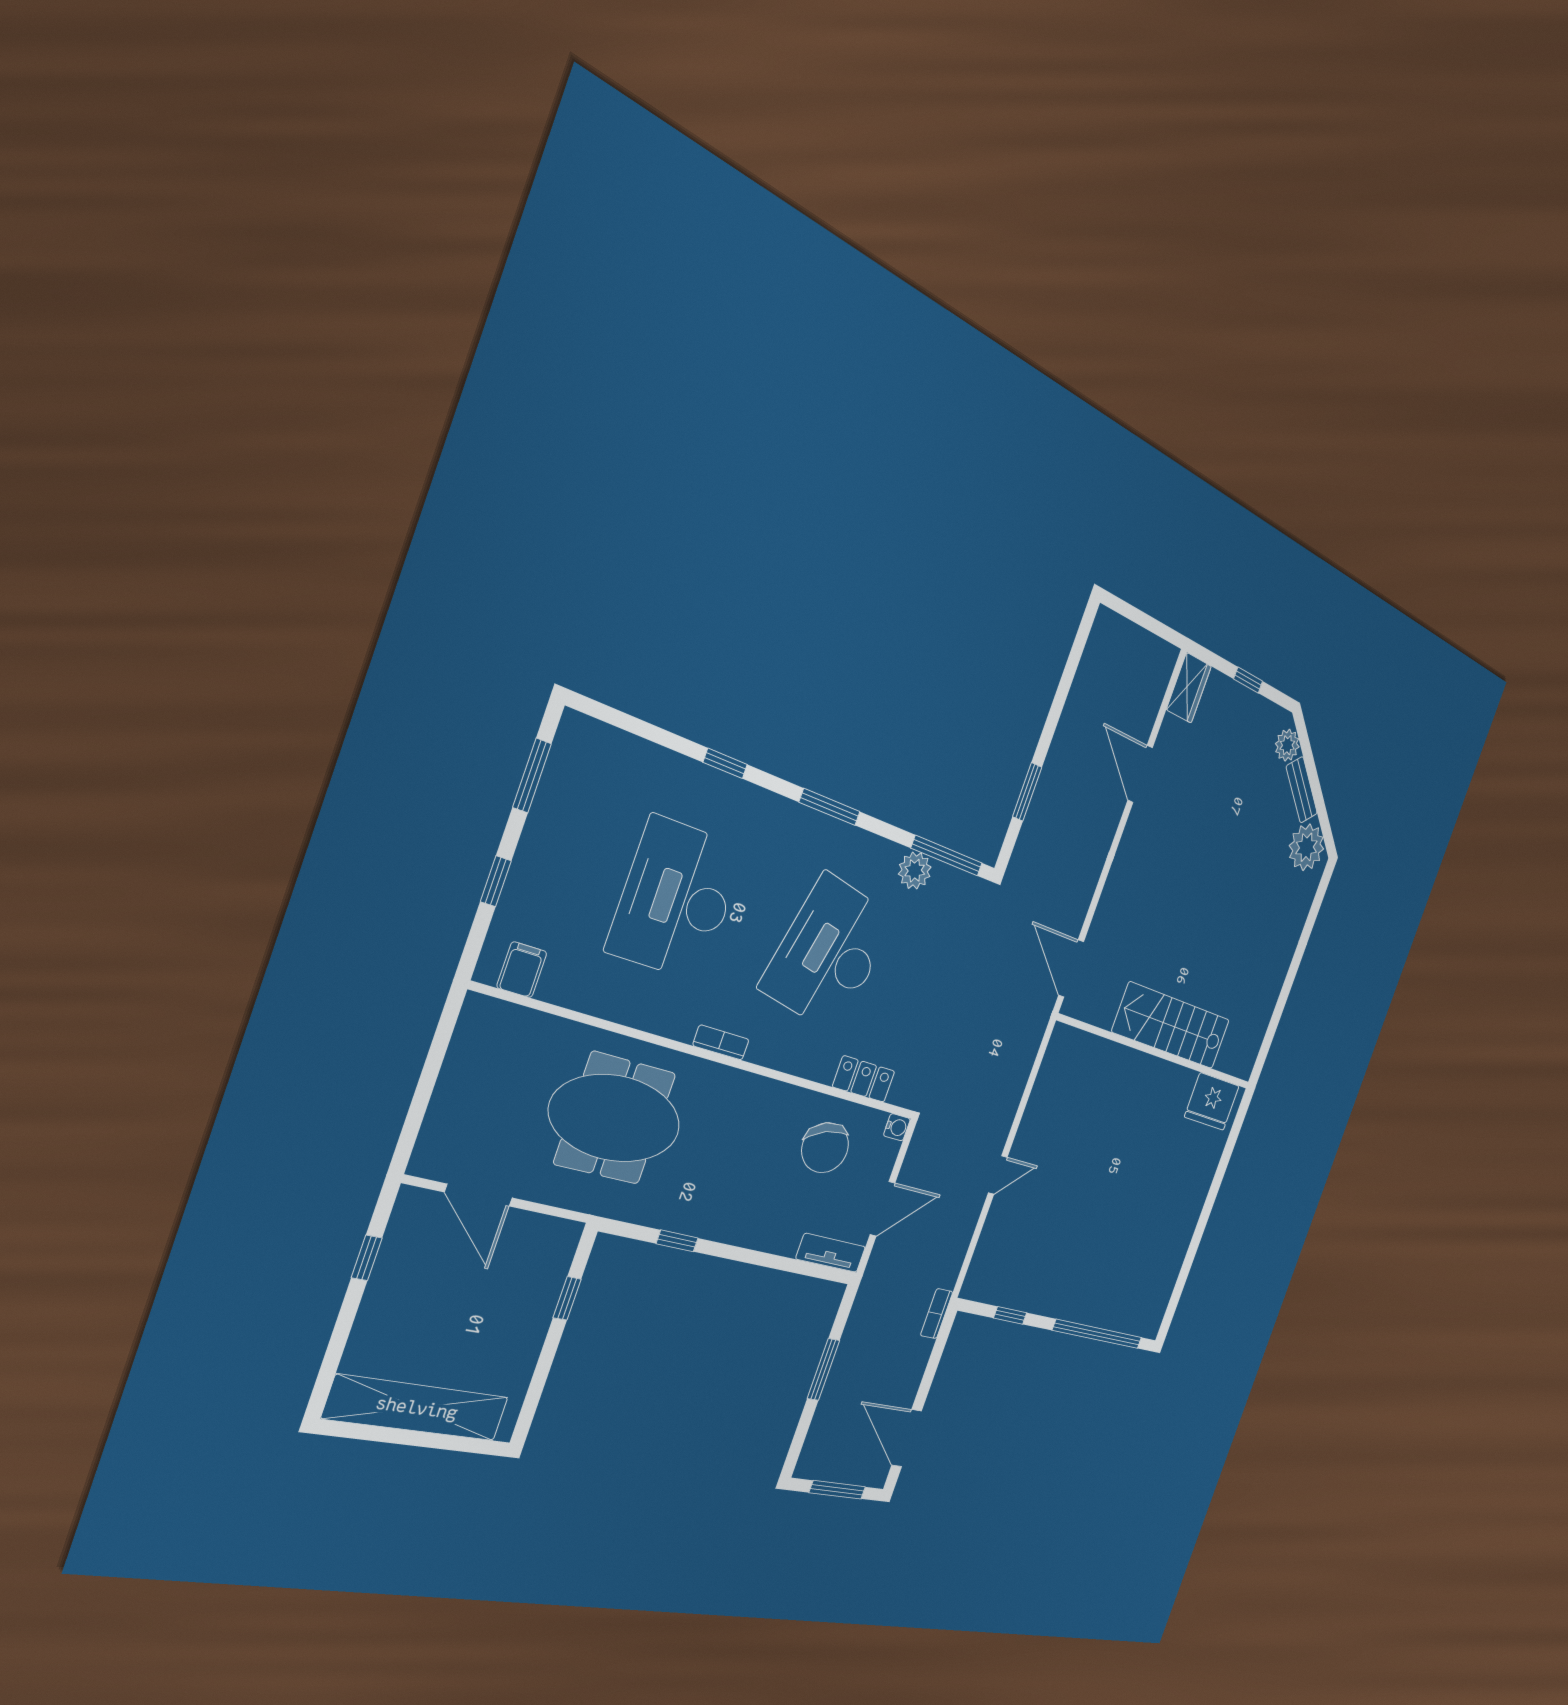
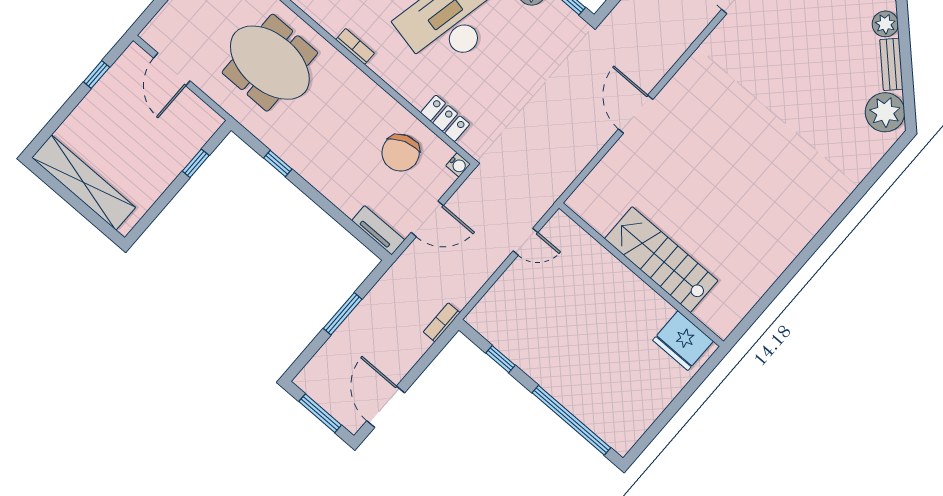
stairs: (1171, 1026) -> (661, 260), moved
wall: (1157, 1053) -> (641, 275), moved
fridge: (1212, 1101) -> (683, 341), moved

